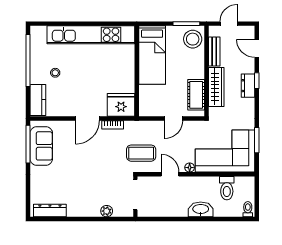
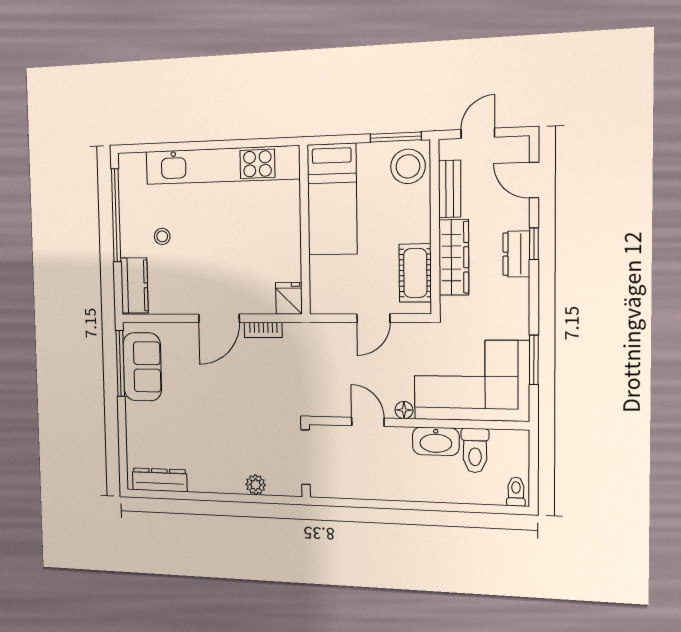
fridge: (121, 105) -> (289, 298), width x0.53, depth x0.75
coffee table: (141, 153) -> (315, 382), removed
washbasin: (201, 209) -> (436, 441), moved, turned 180

